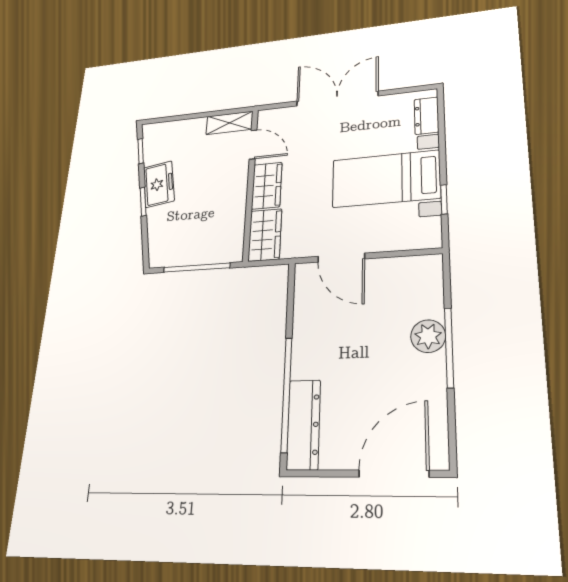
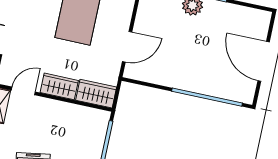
dresser: (303, 424) -> (228, 90), removed
door: (394, 474) -> (264, 61), moved

